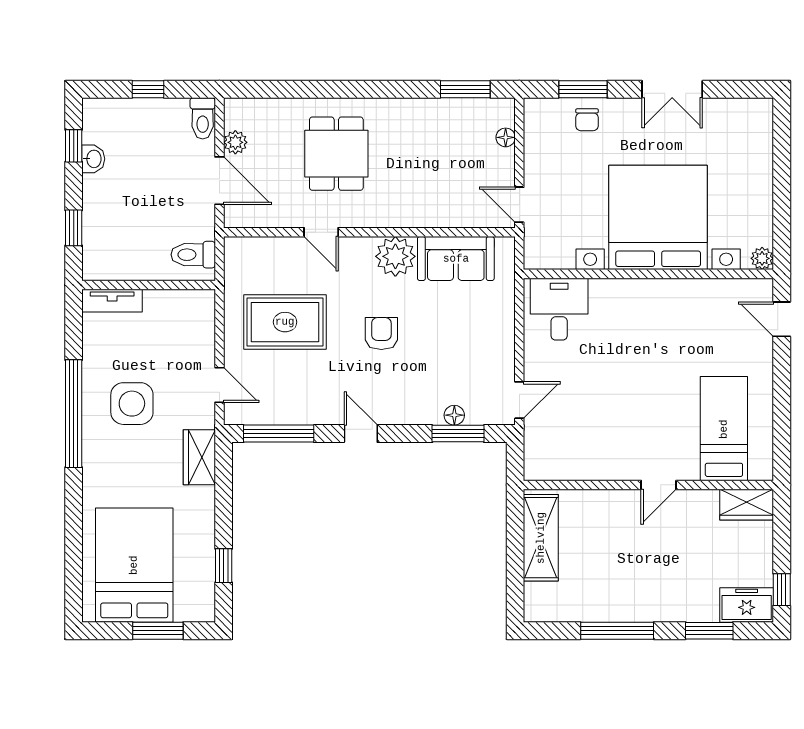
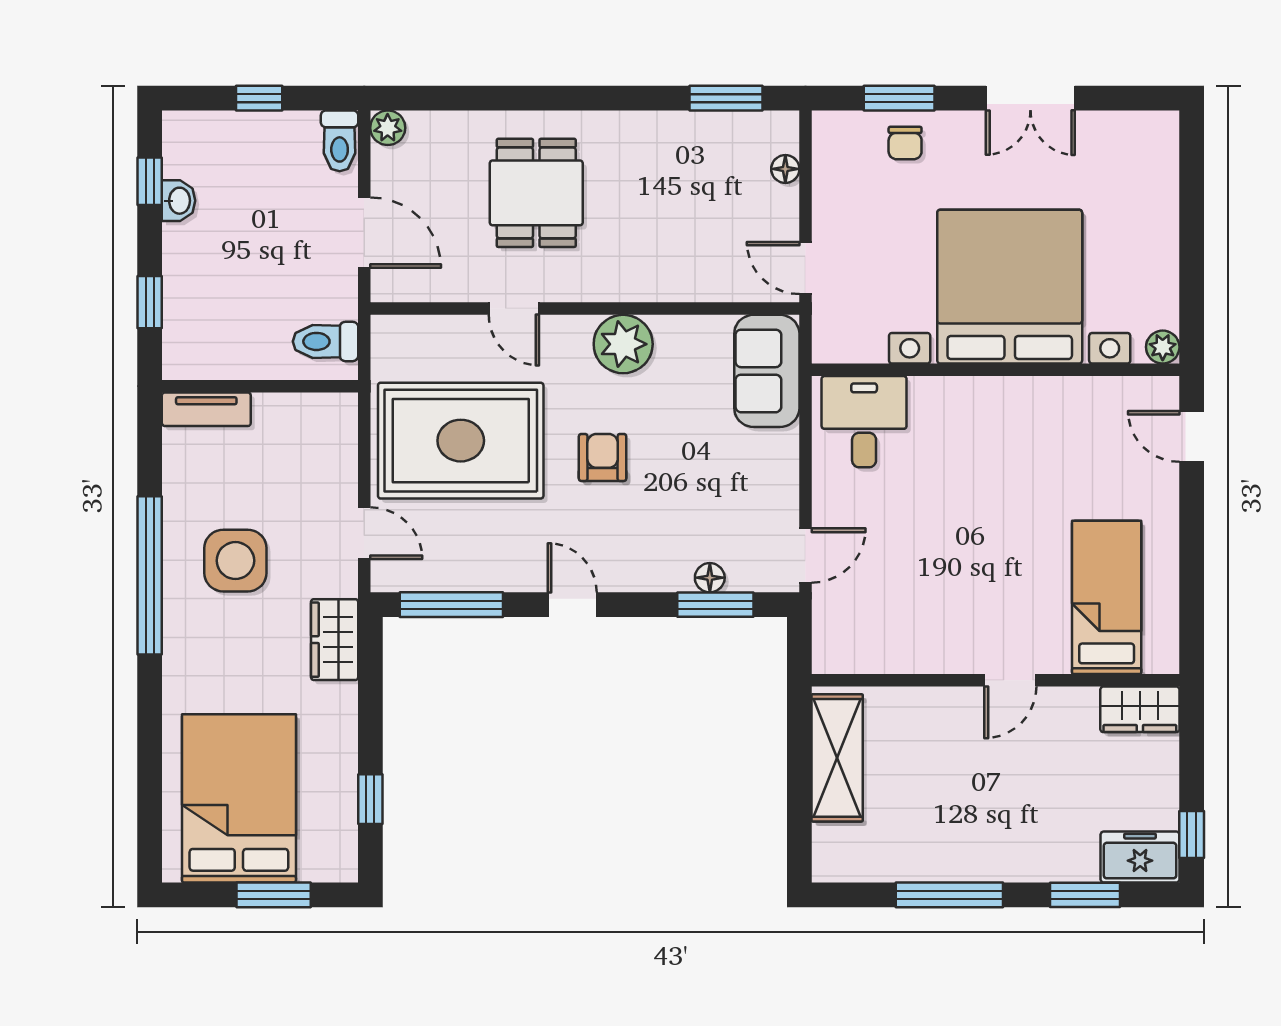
plant: (235, 142) -> (388, 128), moved
sofa: (456, 259) -> (767, 371), moved, turned 90
rug: (285, 322) -> (461, 441), width x1.37, depth x1.44

